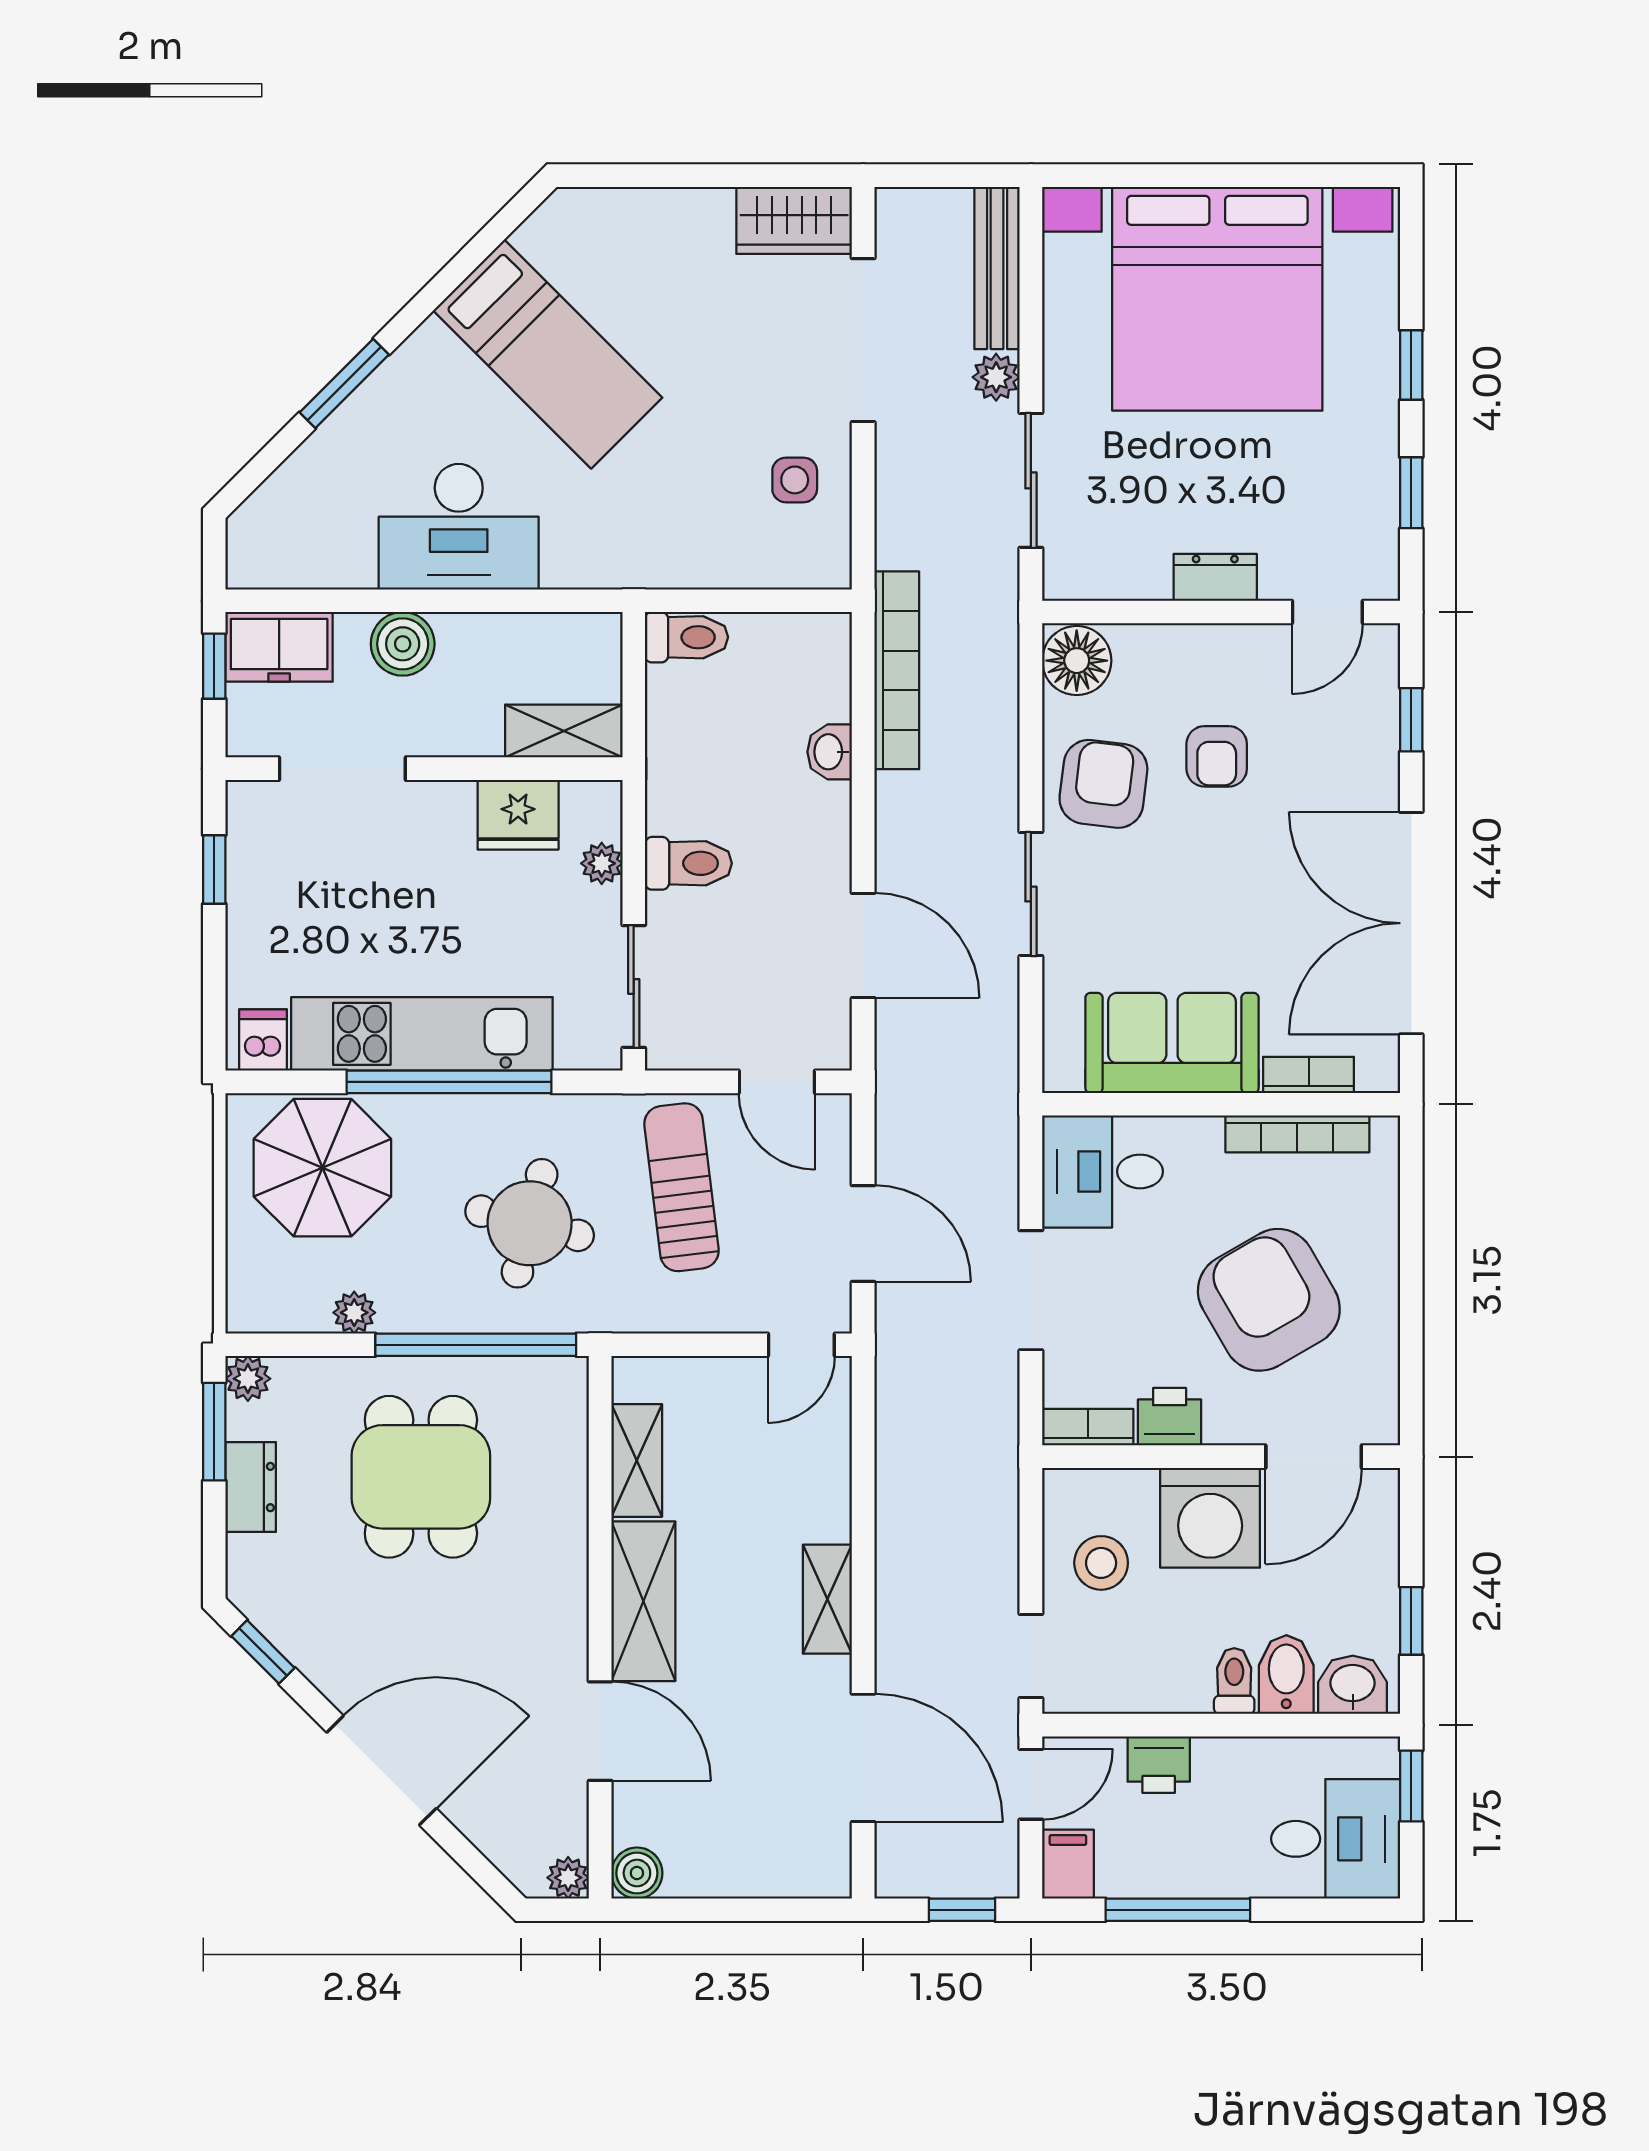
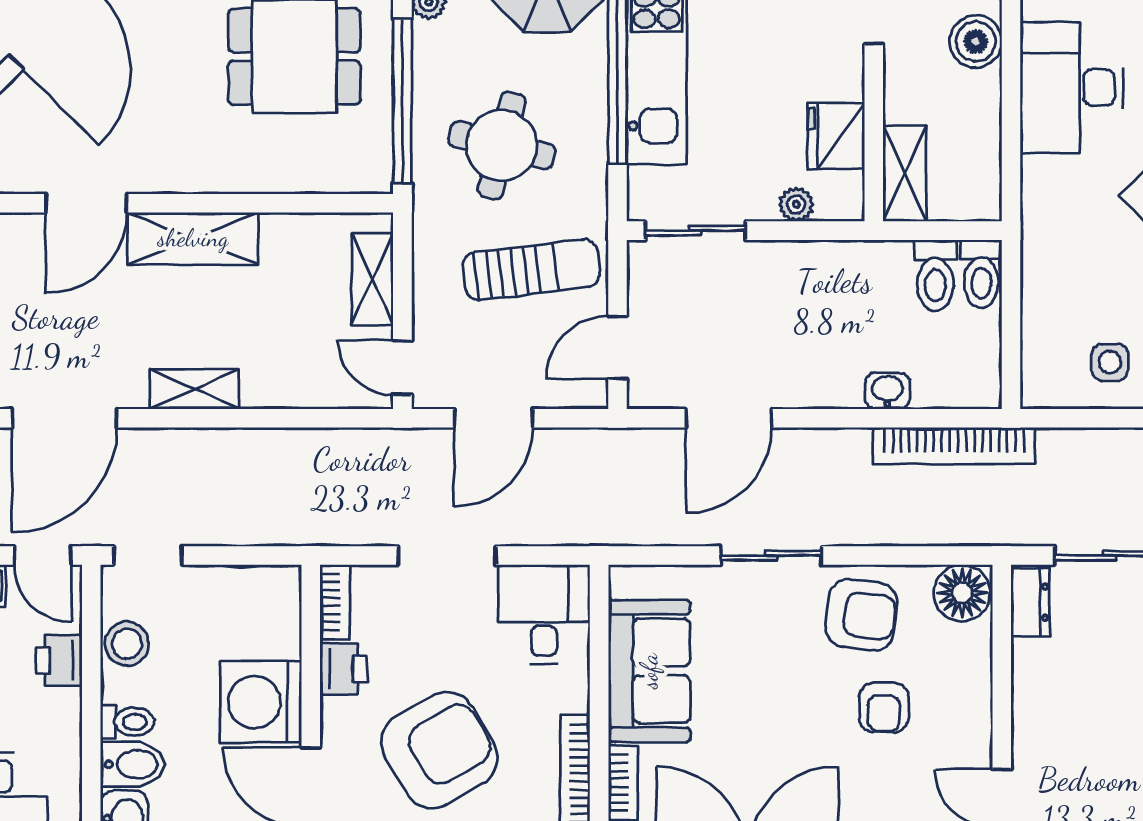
dresser: (1215, 577) -> (1030, 602), moved
armchair: (1217, 756) -> (884, 707), turned -90
toilet: (688, 863) -> (935, 275), moved
shelving: (637, 1460) -> (372, 279), moved, turned 90
stool: (1101, 1563) -> (127, 644), moved

